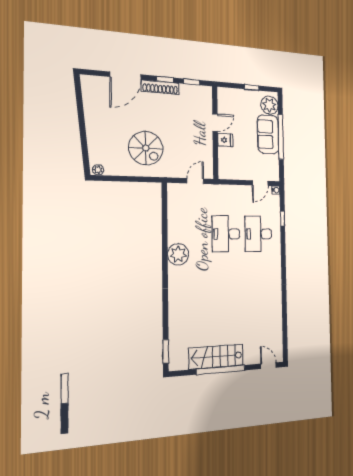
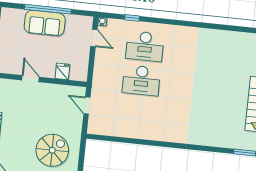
plant: (269, 105) -> (15, 18), removed
fridge: (225, 140) -> (62, 71), moved
plant: (178, 254) -> (156, 130), removed

